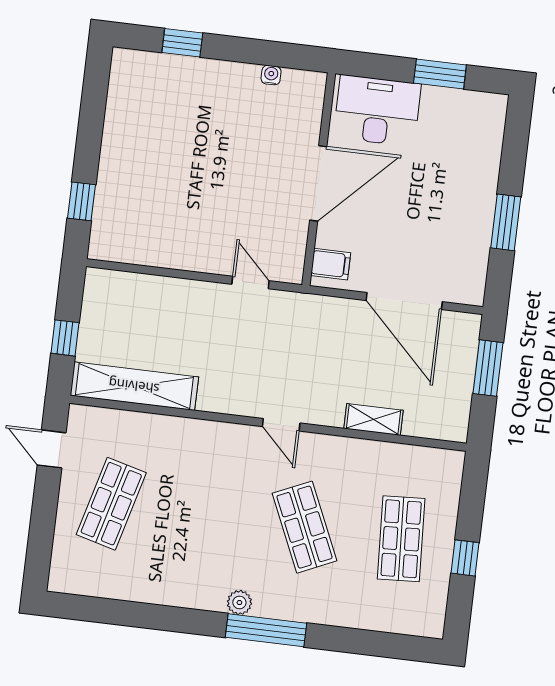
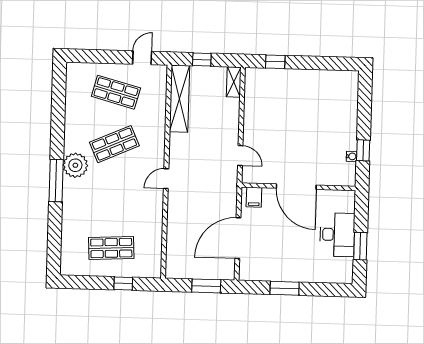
window: (182, 43) -> (363, 150), moved
desk: (377, 111) -> (337, 235), moved
door: (251, 282) -> (240, 156), hinge flipped
shelving: (373, 419) -> (234, 82), moved
shop shelf: (304, 527) -> (114, 144), moved
window: (465, 558) -> (123, 283), moved
plant: (239, 603) -> (75, 165), width x1.87, depth x1.87

